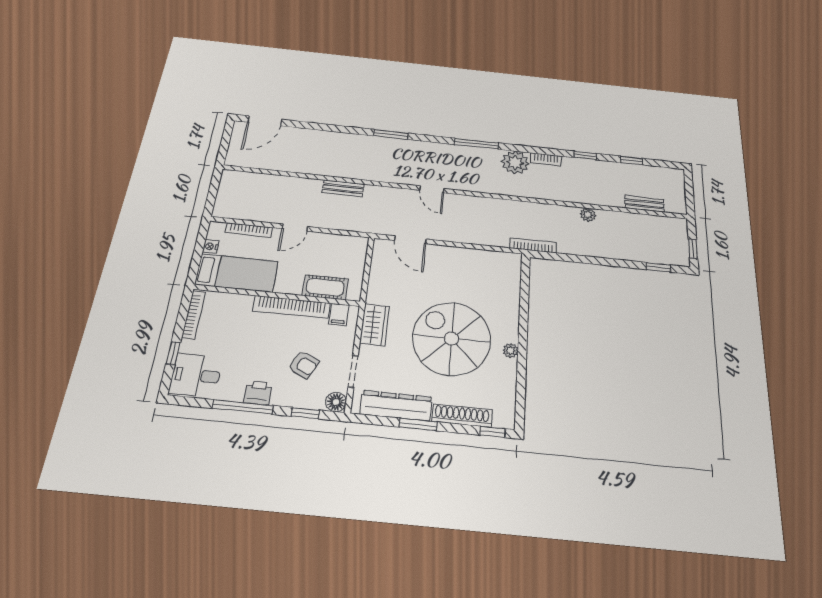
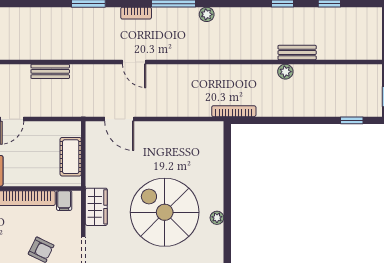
bookcase: (546, 159) -> (136, 13), moved
plant: (515, 162) -> (207, 14), width x0.53, depth x0.53
bench: (644, 204) -> (297, 53), moved
cot: (325, 287) -> (71, 157), moved, turned 90

